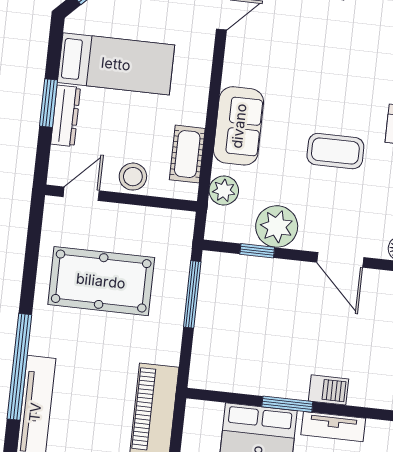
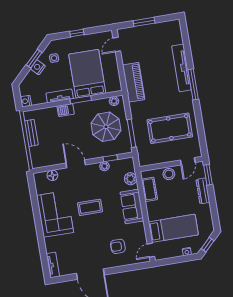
armchair: (296, 43) -> (118, 246), added
bed: (116, 64) -> (173, 228), moved, turned 180
window: (49, 103) -> (208, 175), moved
plant: (277, 226) -> (104, 166), width x0.53, depth x0.53
parasol: (247, 326) -> (106, 127), added
window: (19, 367) -> (193, 84), width x0.68
plant: (212, 379) -> (114, 101), added

